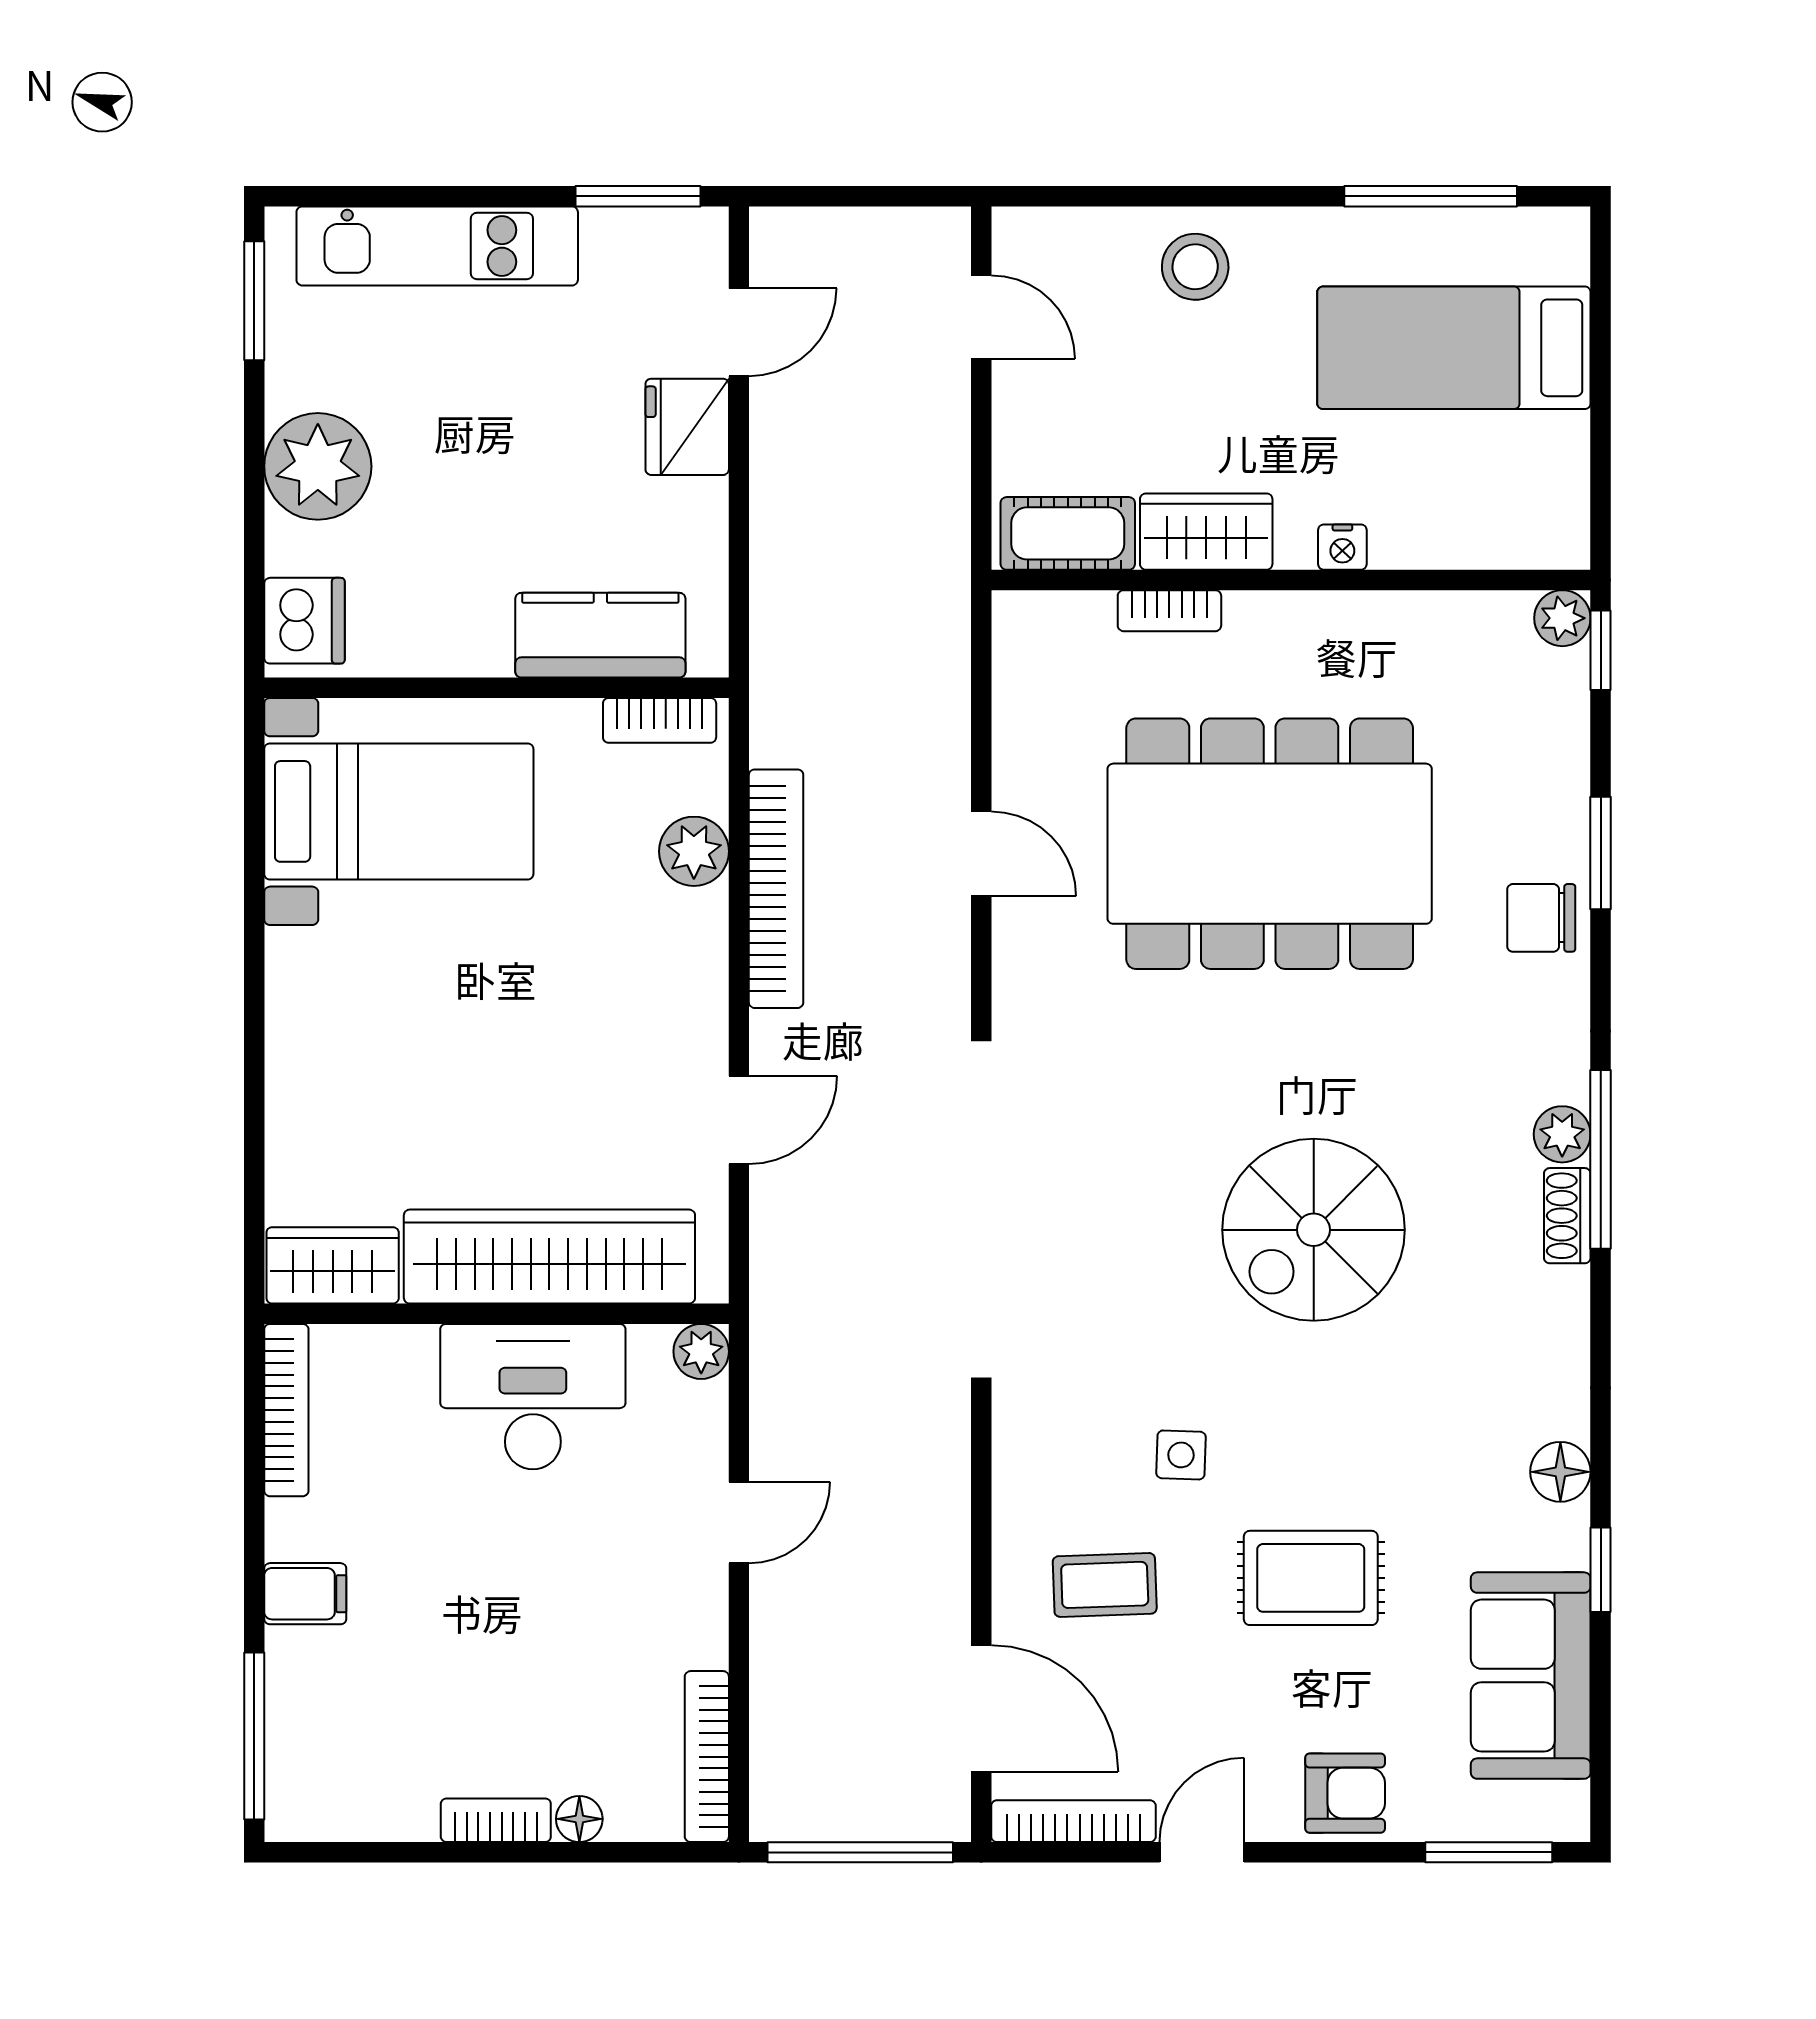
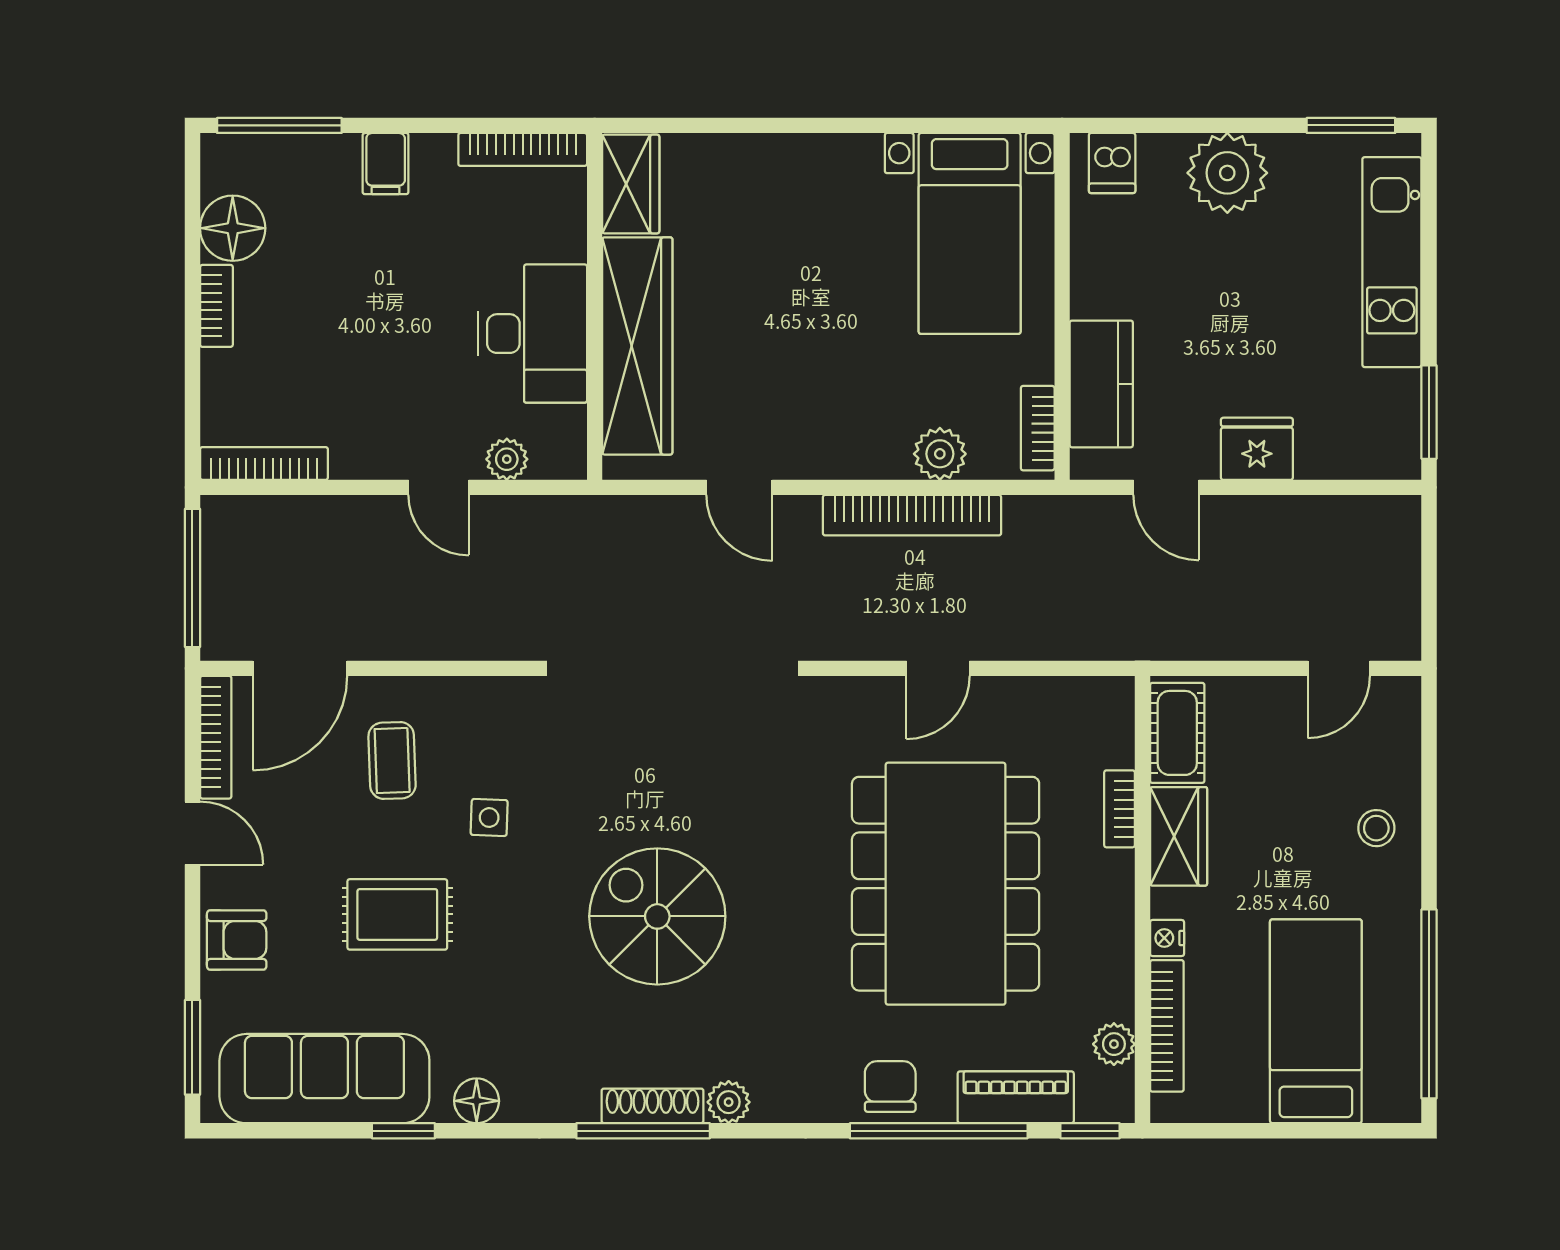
window: (1431, 196) -> (1429, 1004), width x1.46
stool: (1195, 267) -> (1376, 828), width x0.73, depth x0.73
door: (739, 332) -> (1166, 487), moved
bookcase: (1460, 547) -> (1167, 1026), added
plant: (1562, 618) -> (1114, 1044), moved
dishwasher: (304, 621) -> (1112, 163), width x0.73
piano: (1556, 750) -> (1016, 1097), added
window: (1601, 853) -> (939, 1131), width x2.11
window: (1601, 1159) -> (643, 1131), moved
shoe rack: (1567, 1216) -> (653, 1106), width x1.43
plant: (701, 1351) -> (507, 459), moved
rug: (1311, 1578) -> (397, 914), turned 90
sofa: (1531, 1676) -> (324, 1079), width x1.36
armchair: (1345, 1793) -> (237, 940), turned -90
floor lamp: (579, 1819) -> (233, 228), moved, width x1.89, depth x1.89

